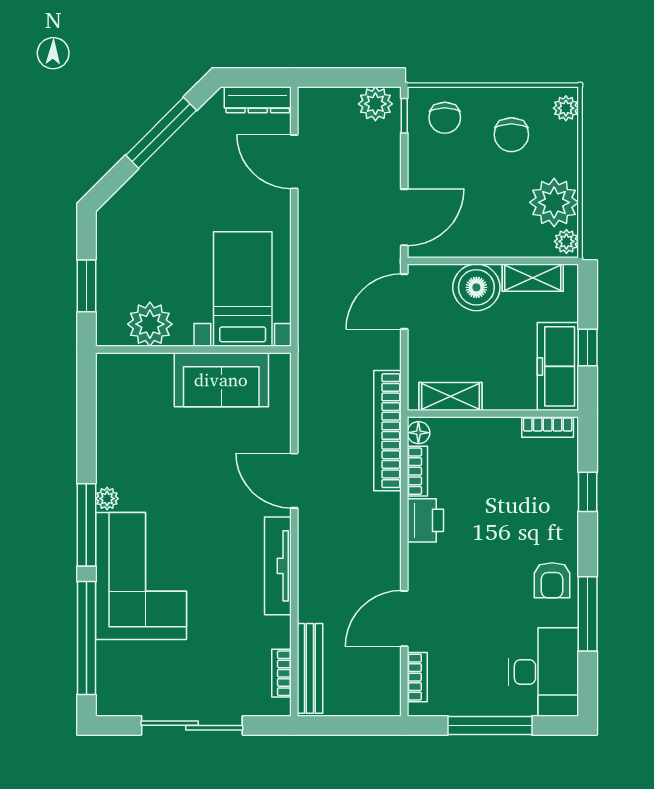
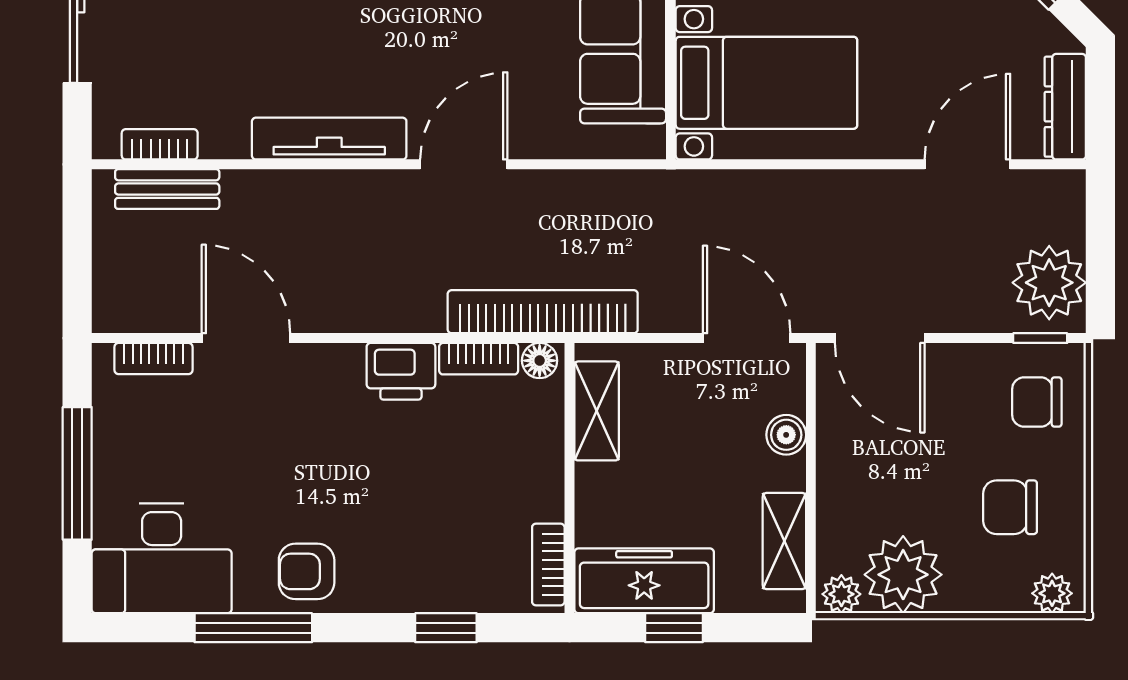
plant: (375, 104) -> (1049, 283), width x1.36, depth x1.36
boiler: (476, 287) -> (786, 435), width x0.54, depth x0.54
bench: (310, 668) -> (167, 189), width x0.73

